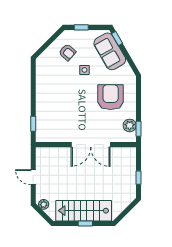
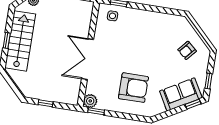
window: (81, 27) -> (208, 81), moved
side table: (84, 70) -> (113, 16), moved
plant: (130, 125) -> (90, 101), moved

